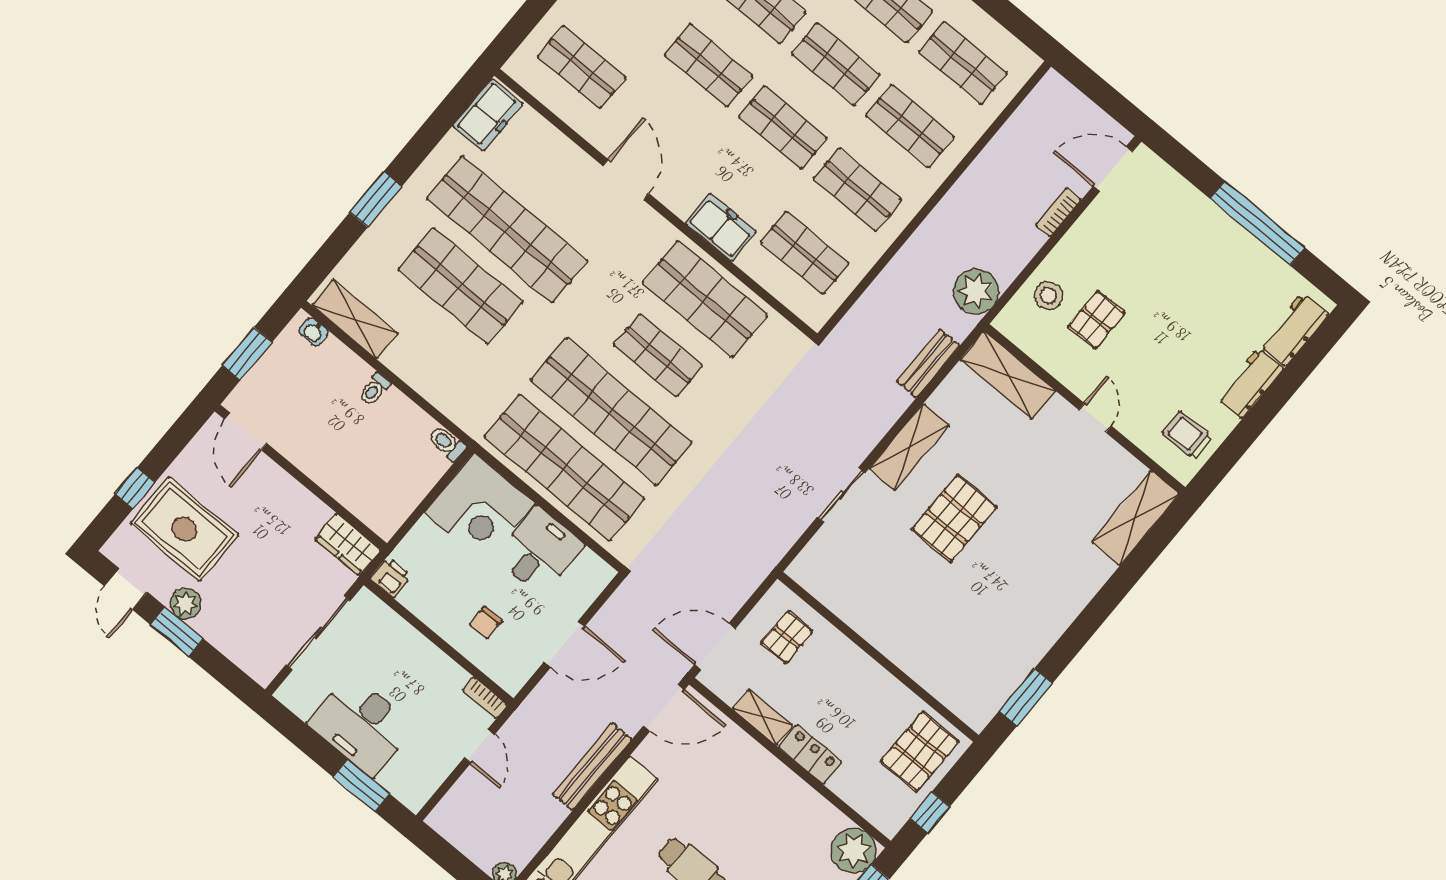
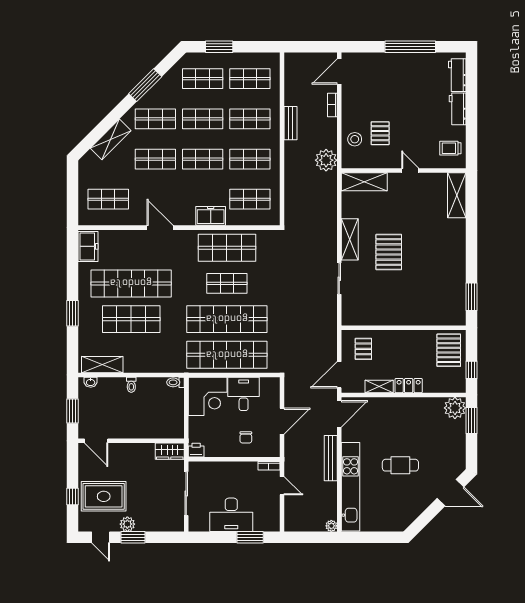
bench: (928, 363) -> (291, 123), moved

